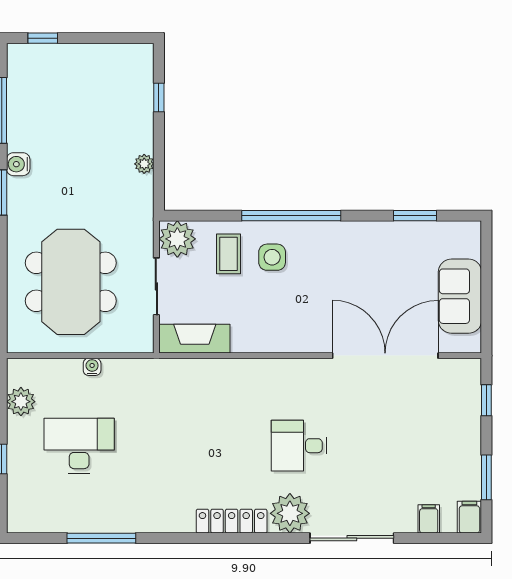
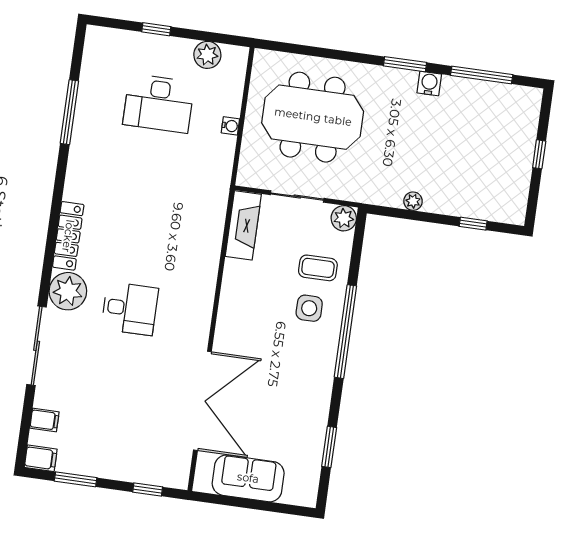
window: (43, 38) -> (539, 154), moved
plant: (177, 239) -> (344, 218), width x0.73, depth x0.73
desk: (79, 446) -> (159, 103), turned 90
desk: (299, 446) -> (130, 309), turned 90

